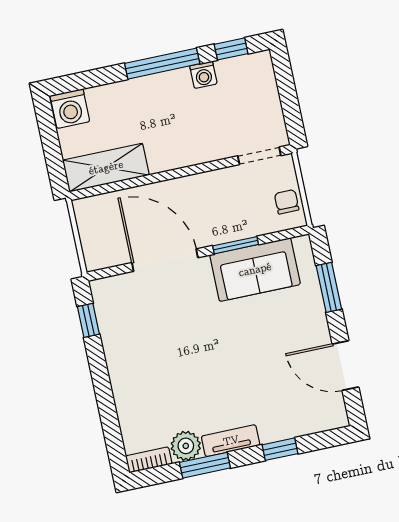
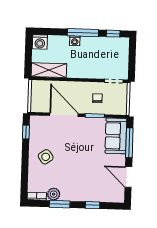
washing machine: (203, 75) -> (75, 41), moved
chair: (287, 202) -> (97, 98), moved
sofa: (255, 270) -> (116, 136), moved, turned 90
window: (329, 287) -> (129, 143), width x1.44
side table: (147, 366) -> (46, 157), added
tv unit: (231, 441) -> (73, 197), removed

